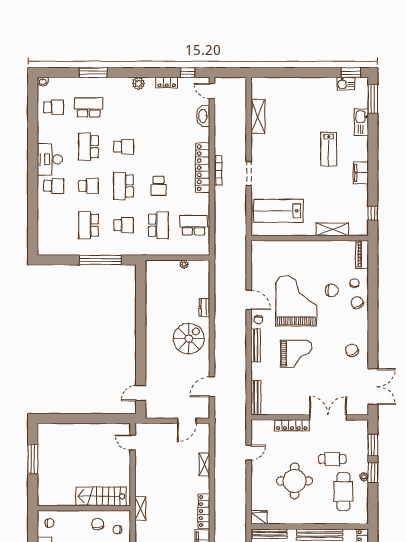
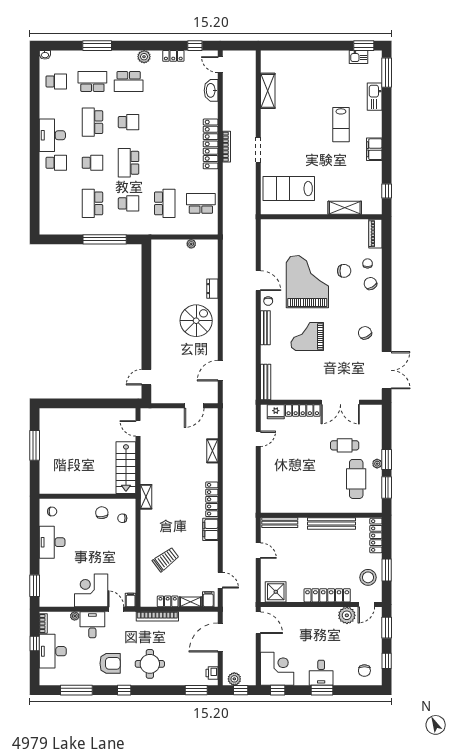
school desk: (158, 186) -> (129, 81), moved, width x1.85
grand piano: (296, 354) -> (307, 336), turned 180
double door: (328, 417) -> (340, 402), swing flipped
window: (373, 445) -> (387, 487), moved
round table: (295, 481) -> (306, 468), removed
stairs: (101, 496) -> (126, 468), moved, turned -90
fridge: (259, 517) -> (276, 412), moved, turned 180

